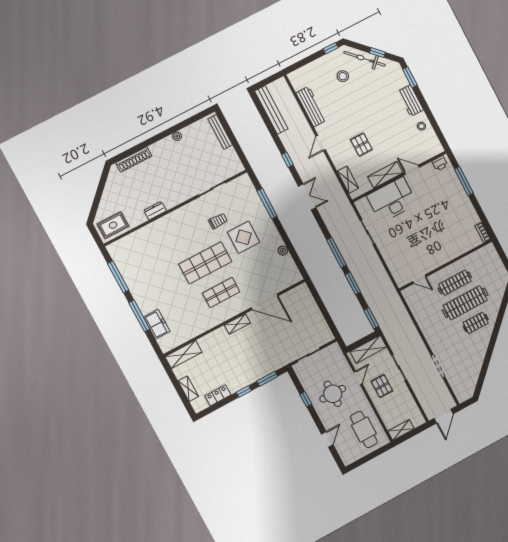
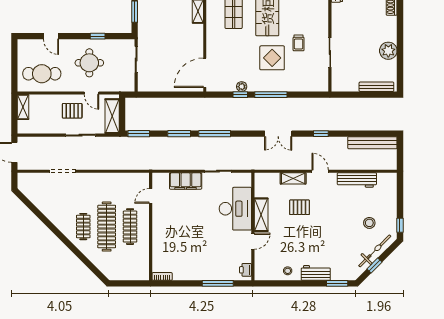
plant: (177, 136) -> (388, 51), width x1.87, depth x1.87
shelving: (348, 180) -> (293, 178), moved
window: (267, 204) -> (271, 95), moved
window: (291, 248) -> (240, 95), added
filing cabinet: (391, 256) -> (186, 181), added
door: (265, 302) -> (205, 73), moved

